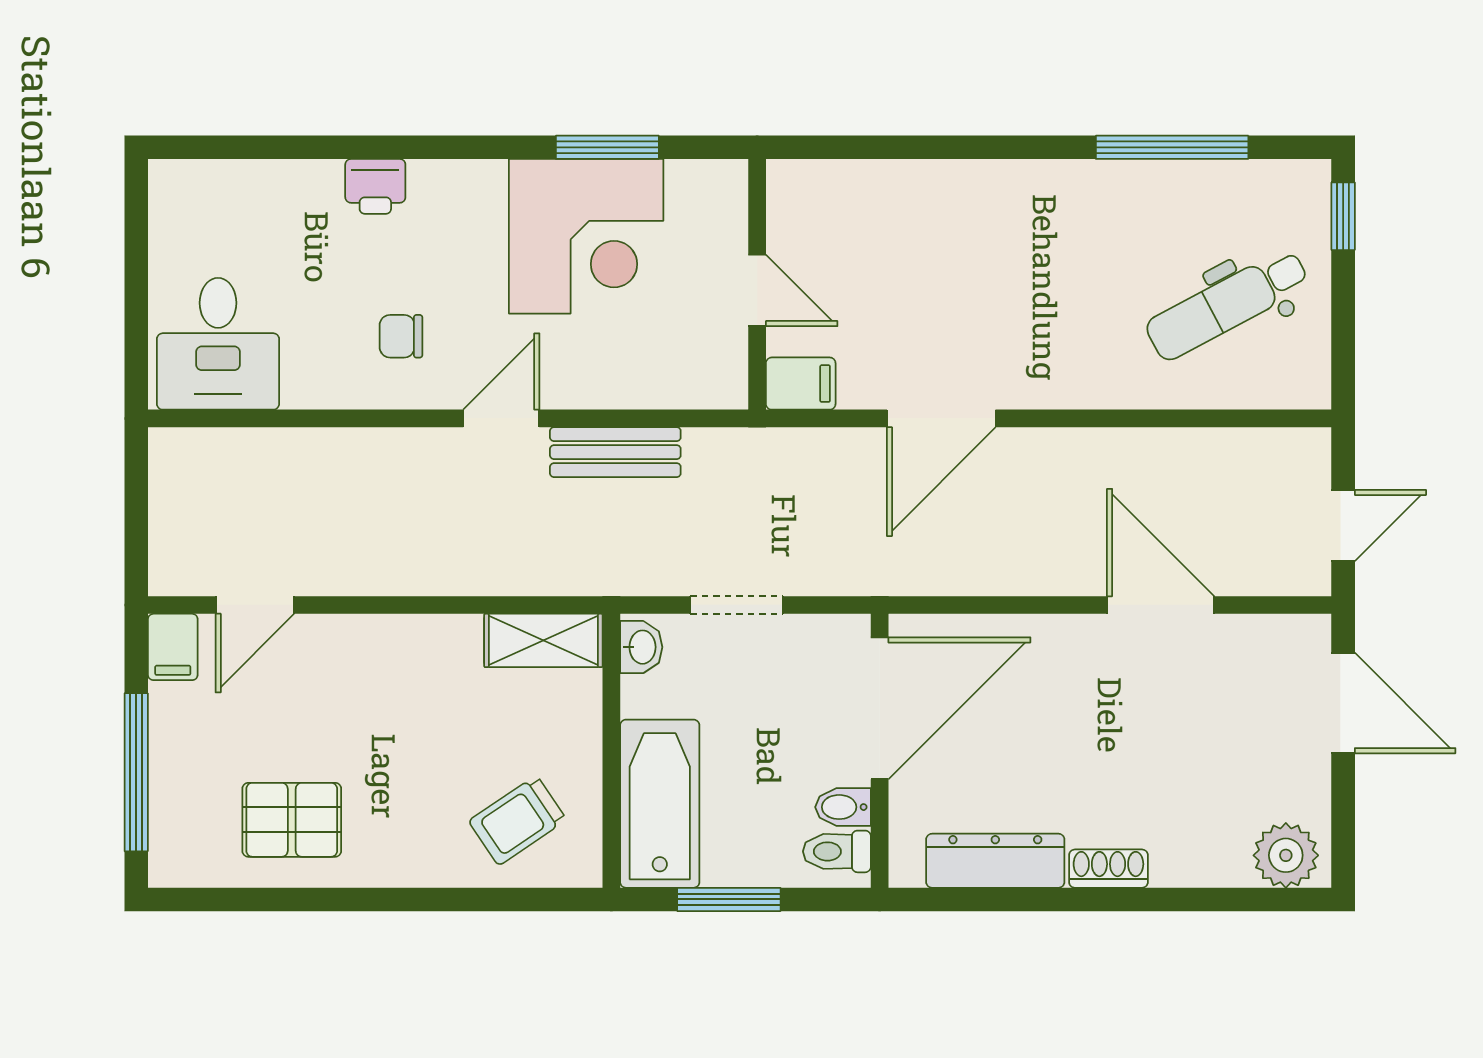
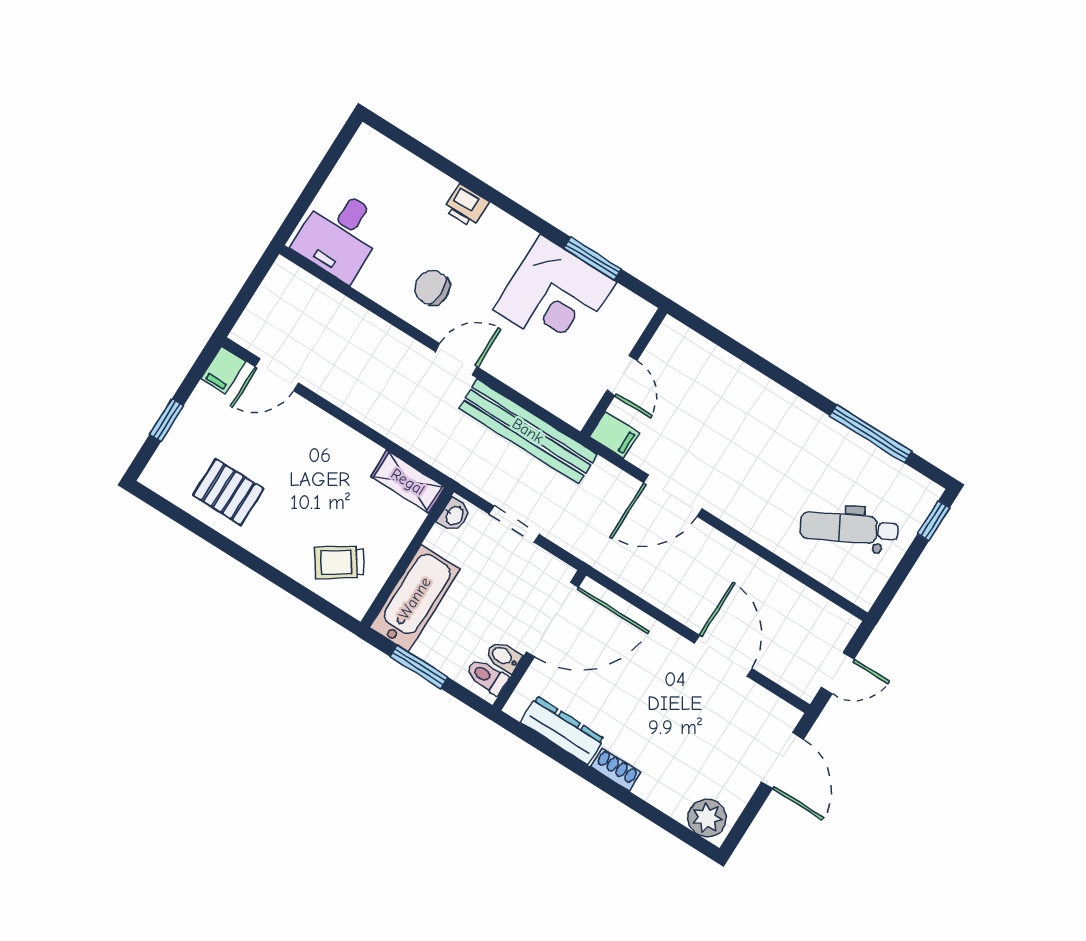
chair: (401, 336) -> (432, 288), width x1.37, depth x1.37
bench: (615, 452) -> (528, 431), width x1.86, depth x1.21
window: (136, 772) -> (166, 420), width x0.46

